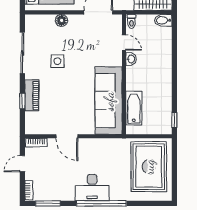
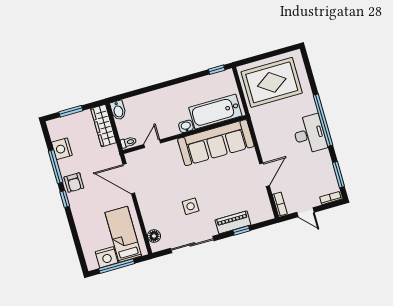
floor lamp: (61, 20) -> (154, 236), moved
washbasin: (131, 59) -> (186, 126), moved
bathtub: (134, 108) -> (215, 112), width x1.36, depth x1.36

